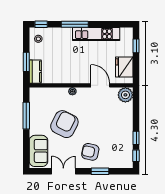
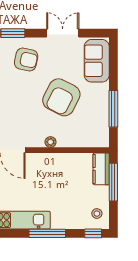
window: (26, 62) -> (113, 182), width x1.44
double door: (63, 171) -> (63, 33), swing flipped

